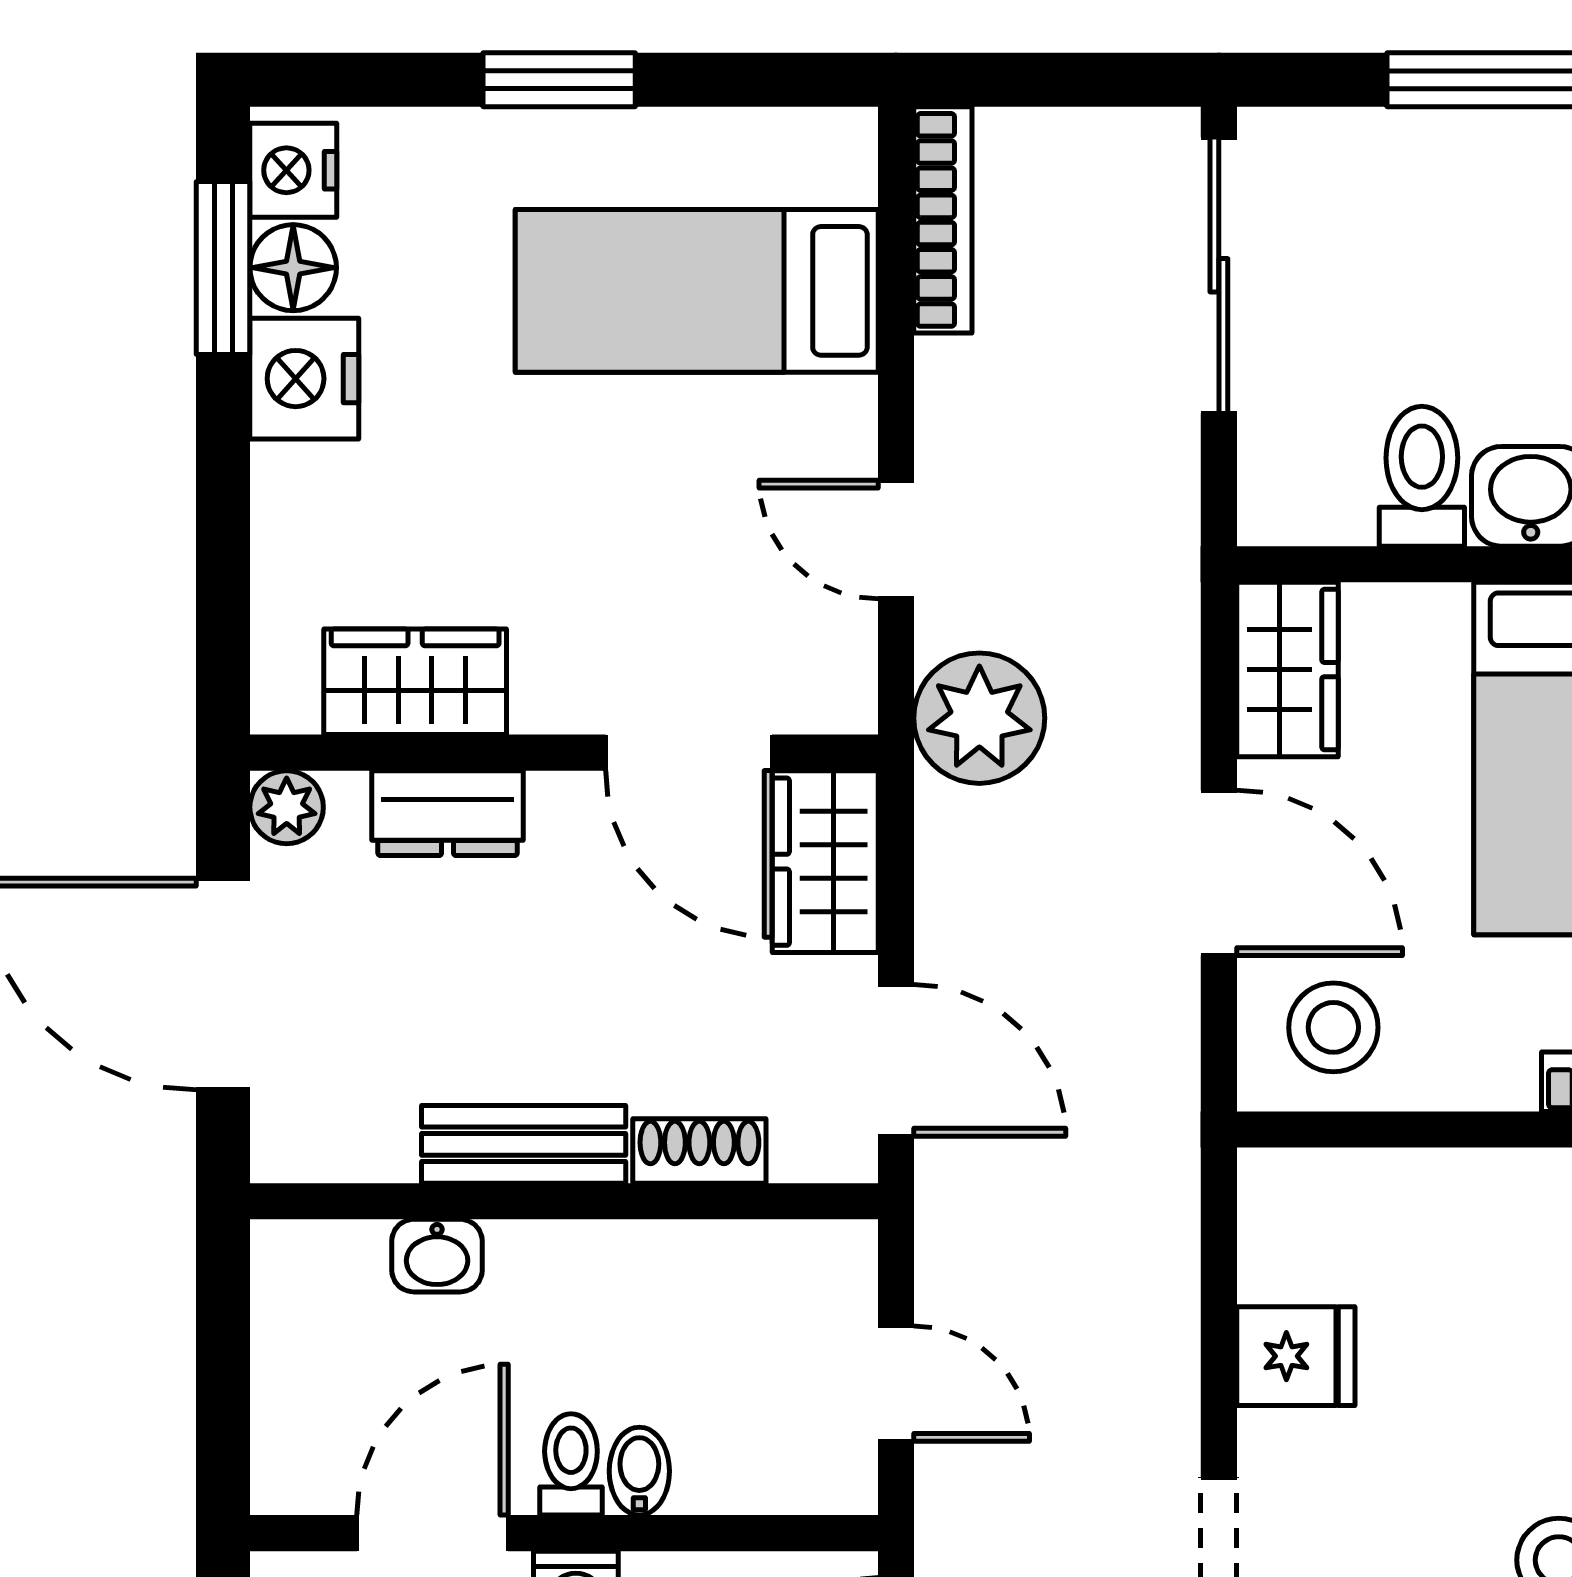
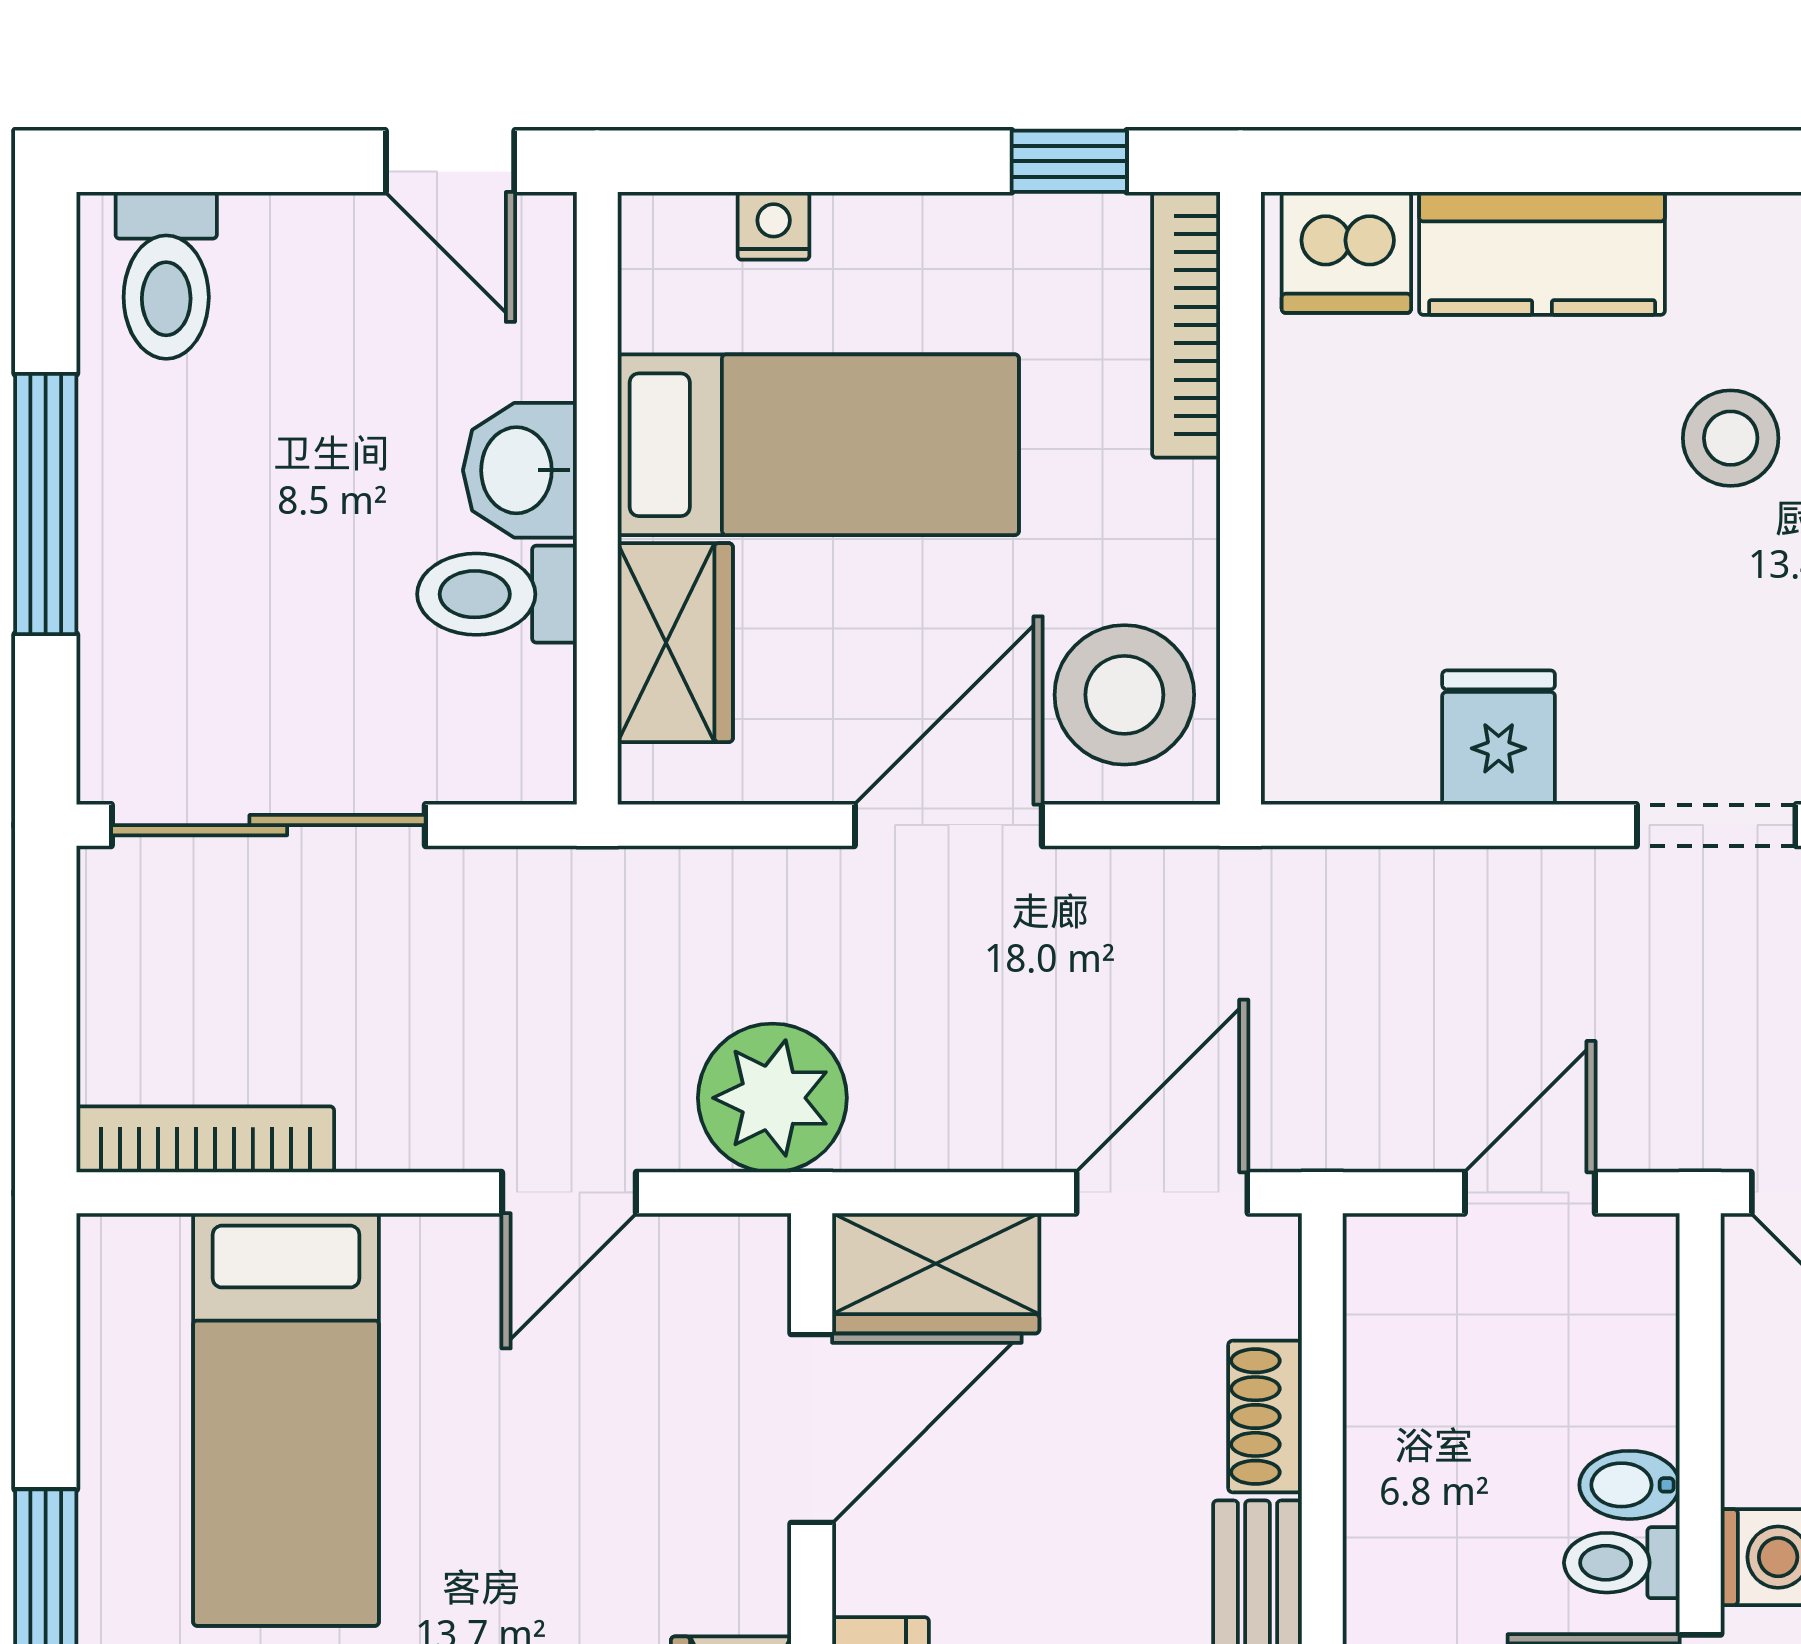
wardrobe: (1288, 670) -> (675, 643), moved, turned 90
stool: (1333, 1027) -> (1124, 695), width x1.38, depth x1.38

